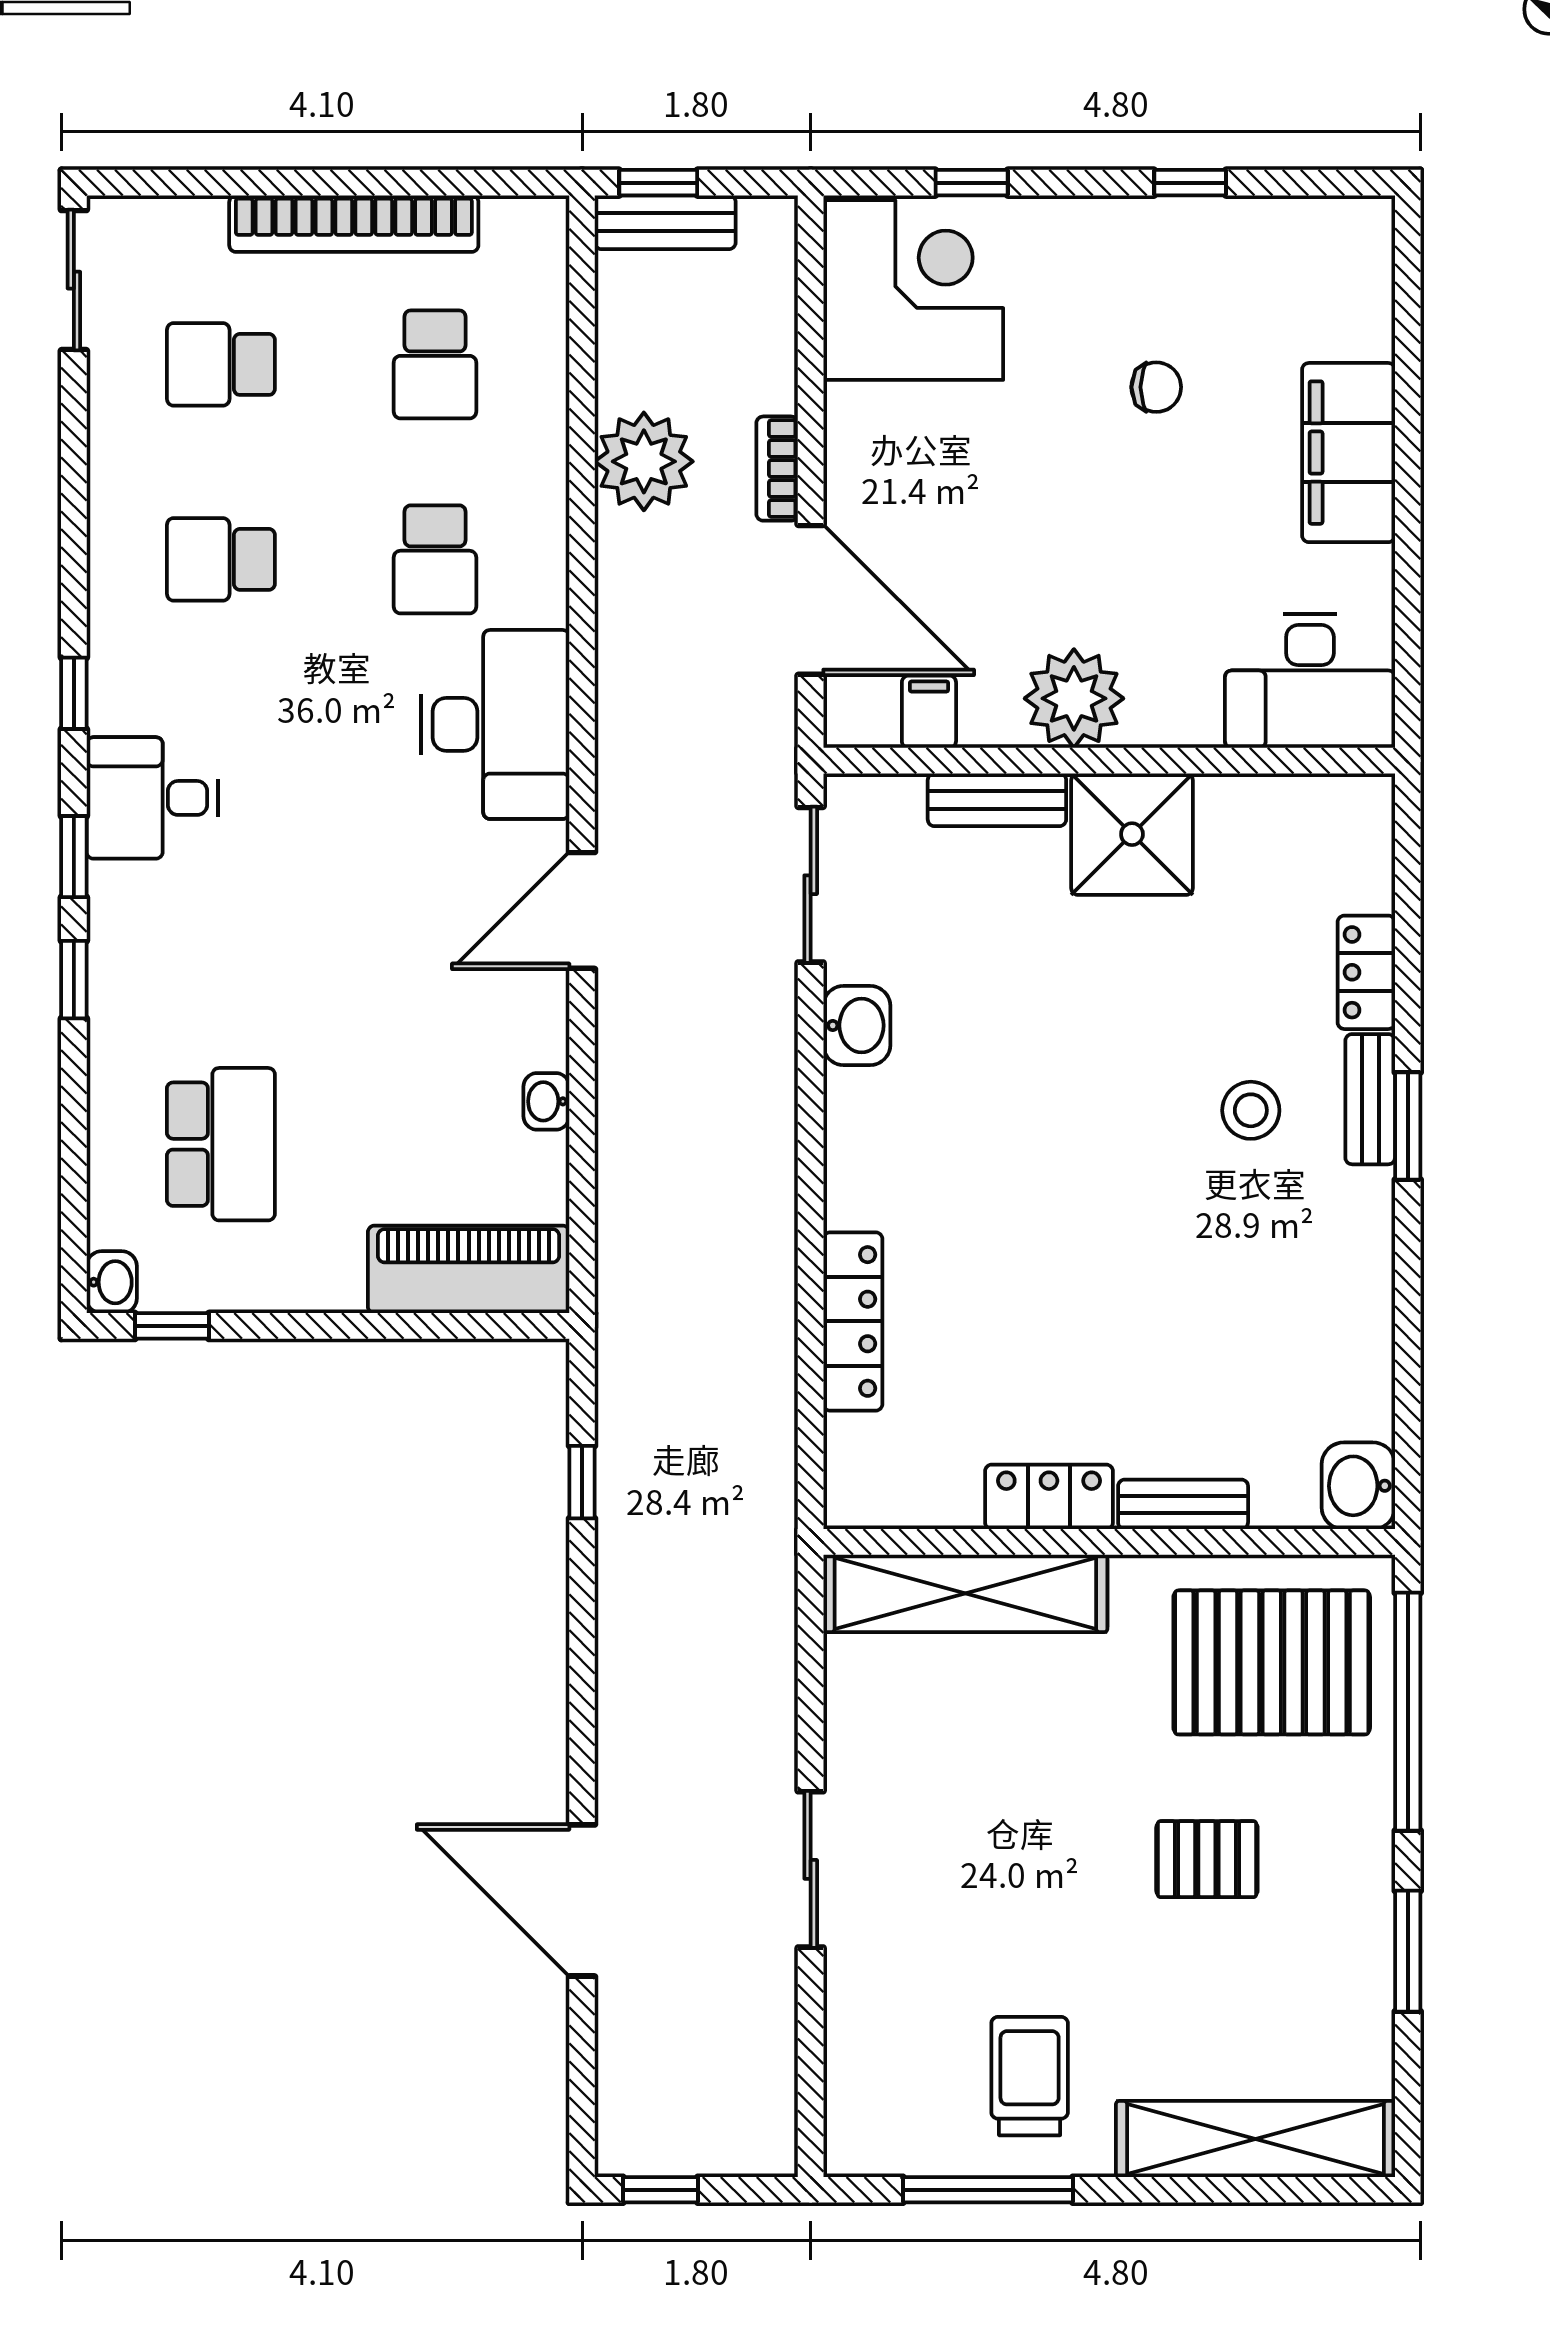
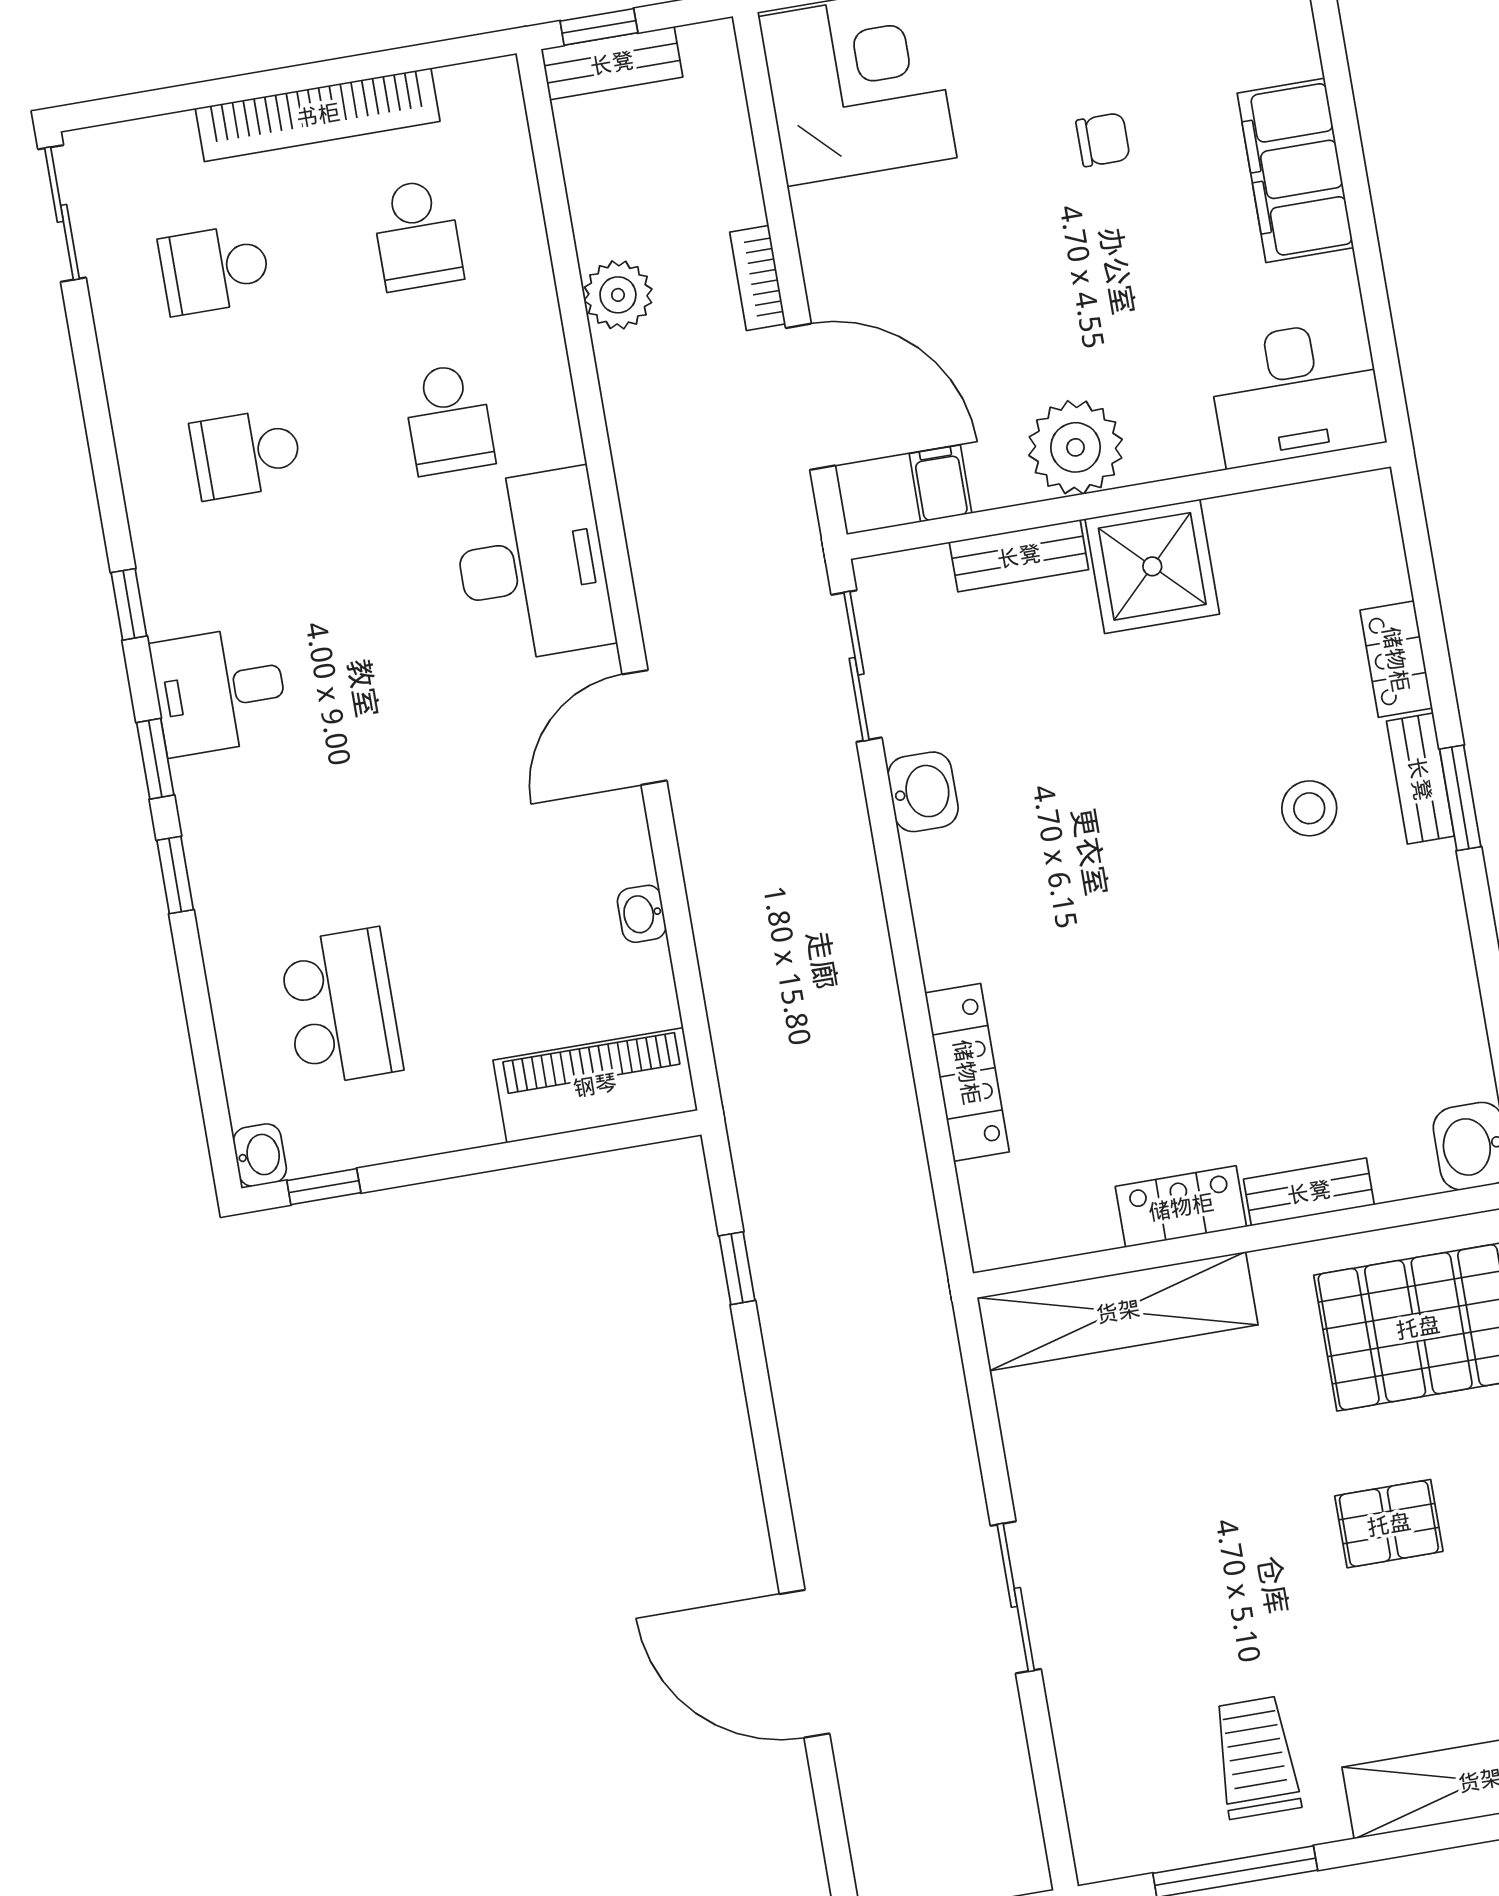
plant: (644, 461) -> (618, 295), width x0.73, depth x0.73

